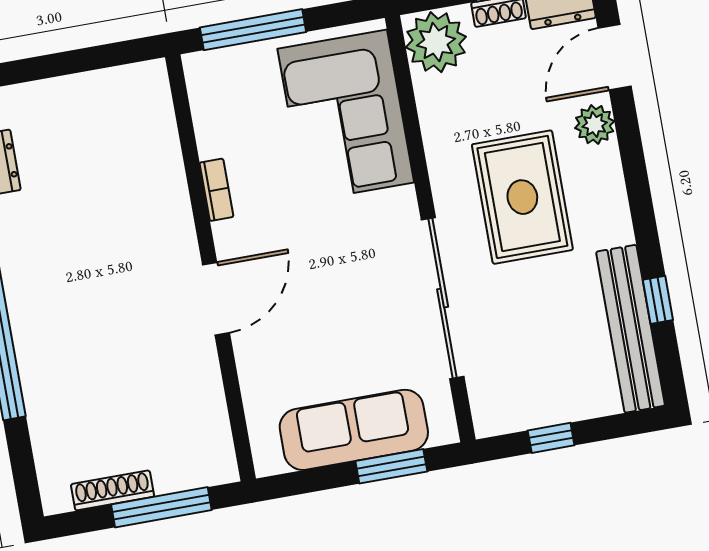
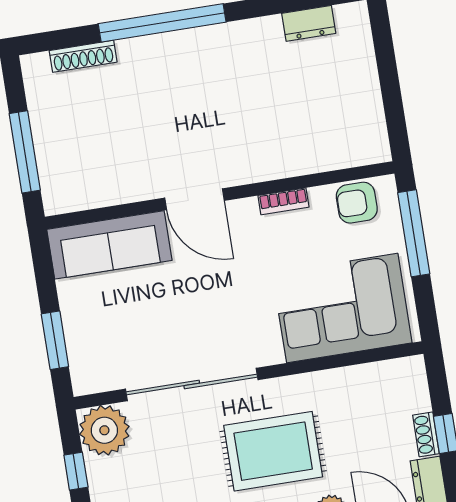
plant: (436, 42) -> (104, 430), moved
armchair: (217, 100) -> (357, 203), added
sofa: (354, 430) -> (109, 245), moved, turned 90
shoe rack: (113, 490) -> (83, 56), moved, turned 90

